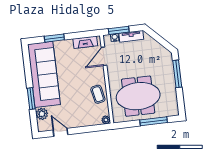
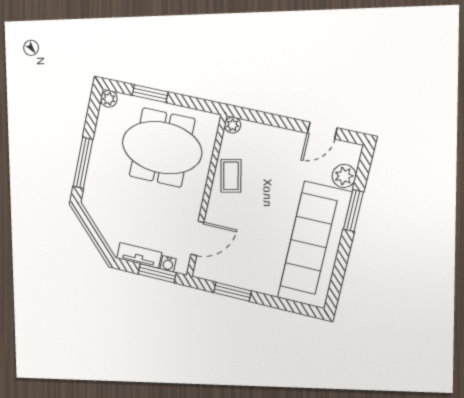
window: (54, 38) -> (233, 292), moved
fireplace: (85, 42) -> (222, 274), removed
plant: (174, 111) -> (109, 99), added
window: (154, 121) -> (150, 94), width x0.69
door: (60, 132) -> (322, 131), hinge flipped

